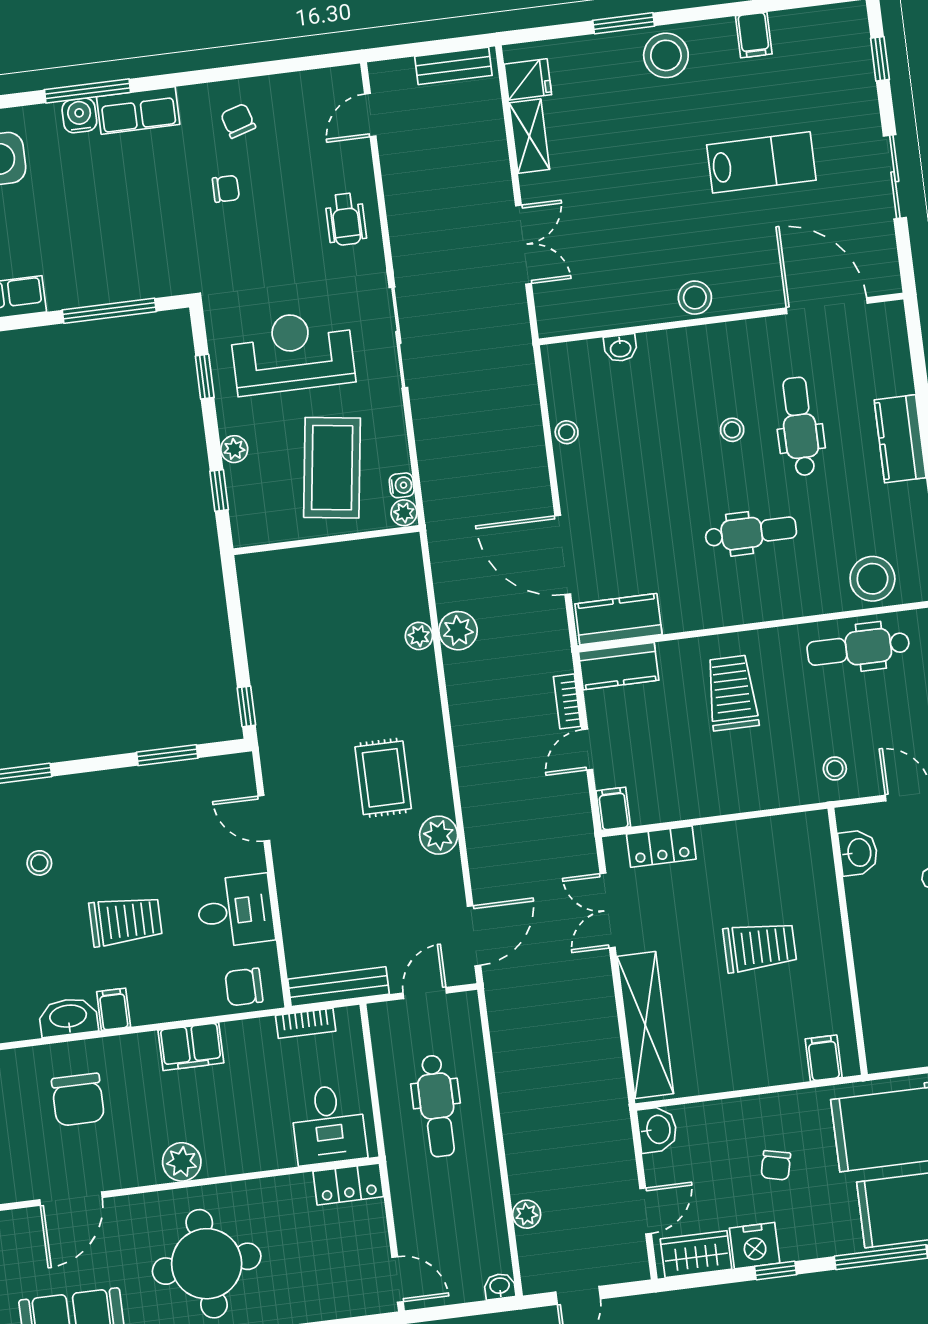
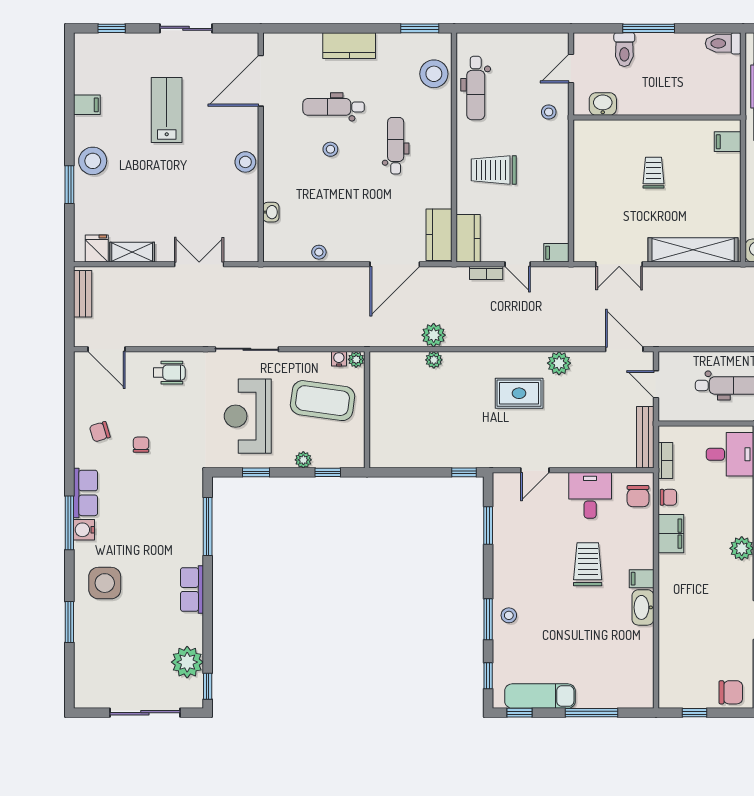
door: (370, 115) -> (107, 349), width x1.38
locker: (661, 847) -> (584, 226), removed
stool: (39, 863) -> (509, 615), moved
trolley: (760, 947) -> (654, 173), width x0.73, depth x0.72
chair: (78, 1100) -> (668, 497), moved, width x0.54, depth x0.54

